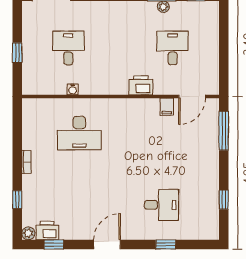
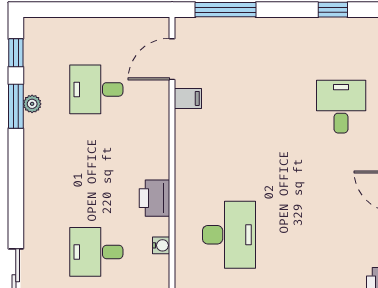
printer: (141, 85) -> (155, 198), moved
door: (192, 96) -> (172, 59), swing flipped

